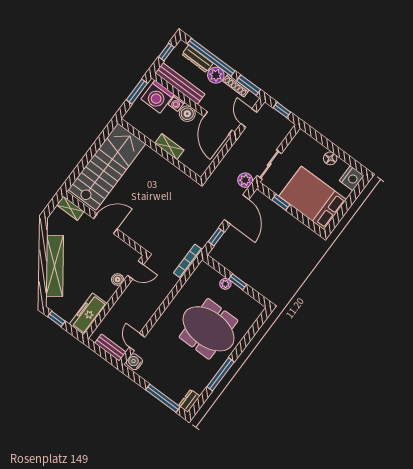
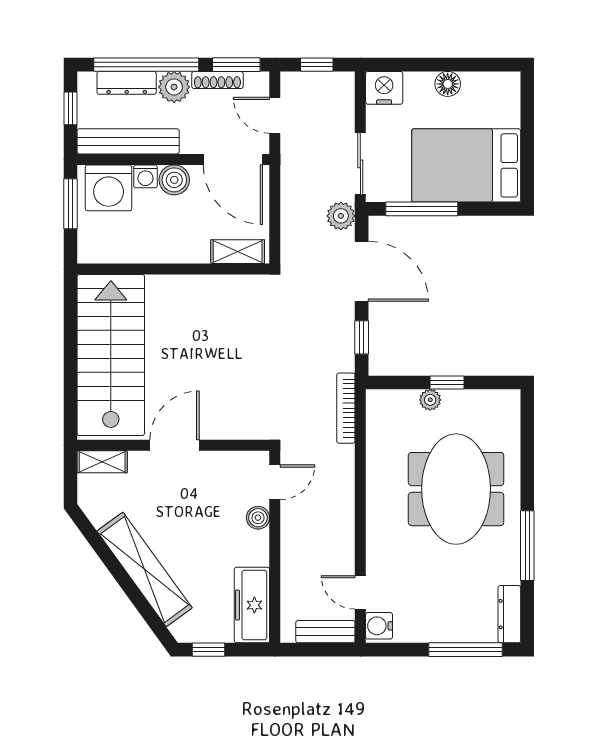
shelving: (169, 147) -> (238, 252), moved
nightstand: (352, 178) -> (384, 88), moved, turned -90
window: (281, 202) -> (422, 209), width x2.17
meeting table: (209, 329) -> (456, 489), turned 90
dresser: (189, 401) -> (509, 614), width x1.44

